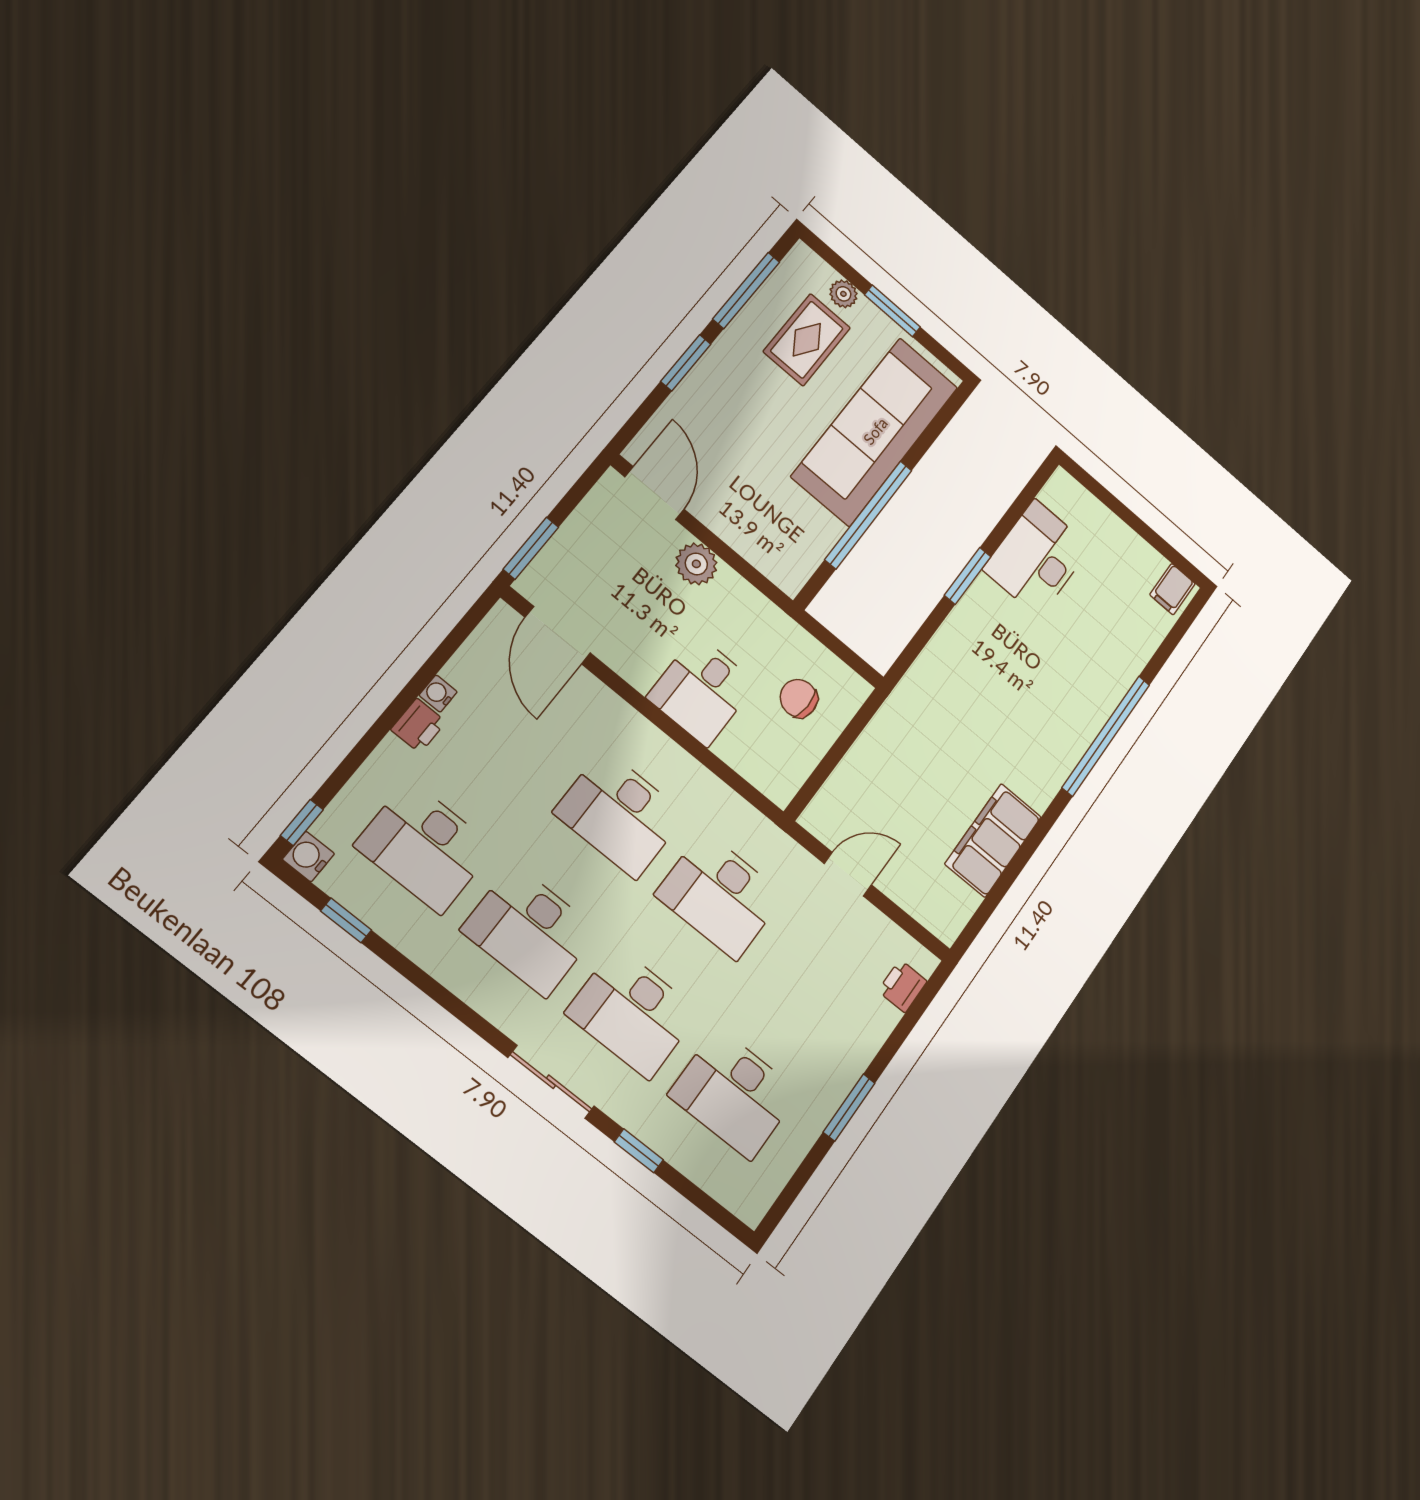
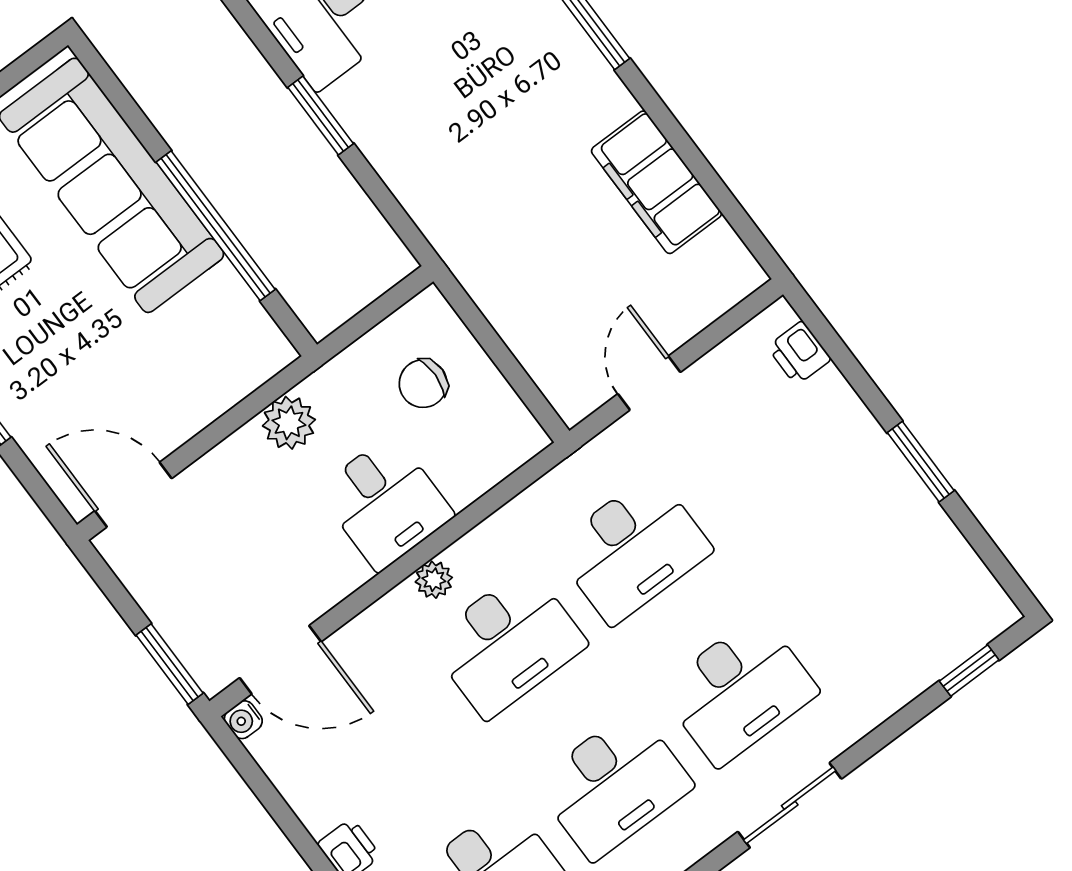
plant: (696, 564) -> (289, 423), moved
water cooler: (438, 694) -> (243, 720), moved
plant: (653, 743) -> (434, 580), added
desk: (734, 1093) -> (864, 596), removed
window: (639, 1151) -> (969, 671), moved

